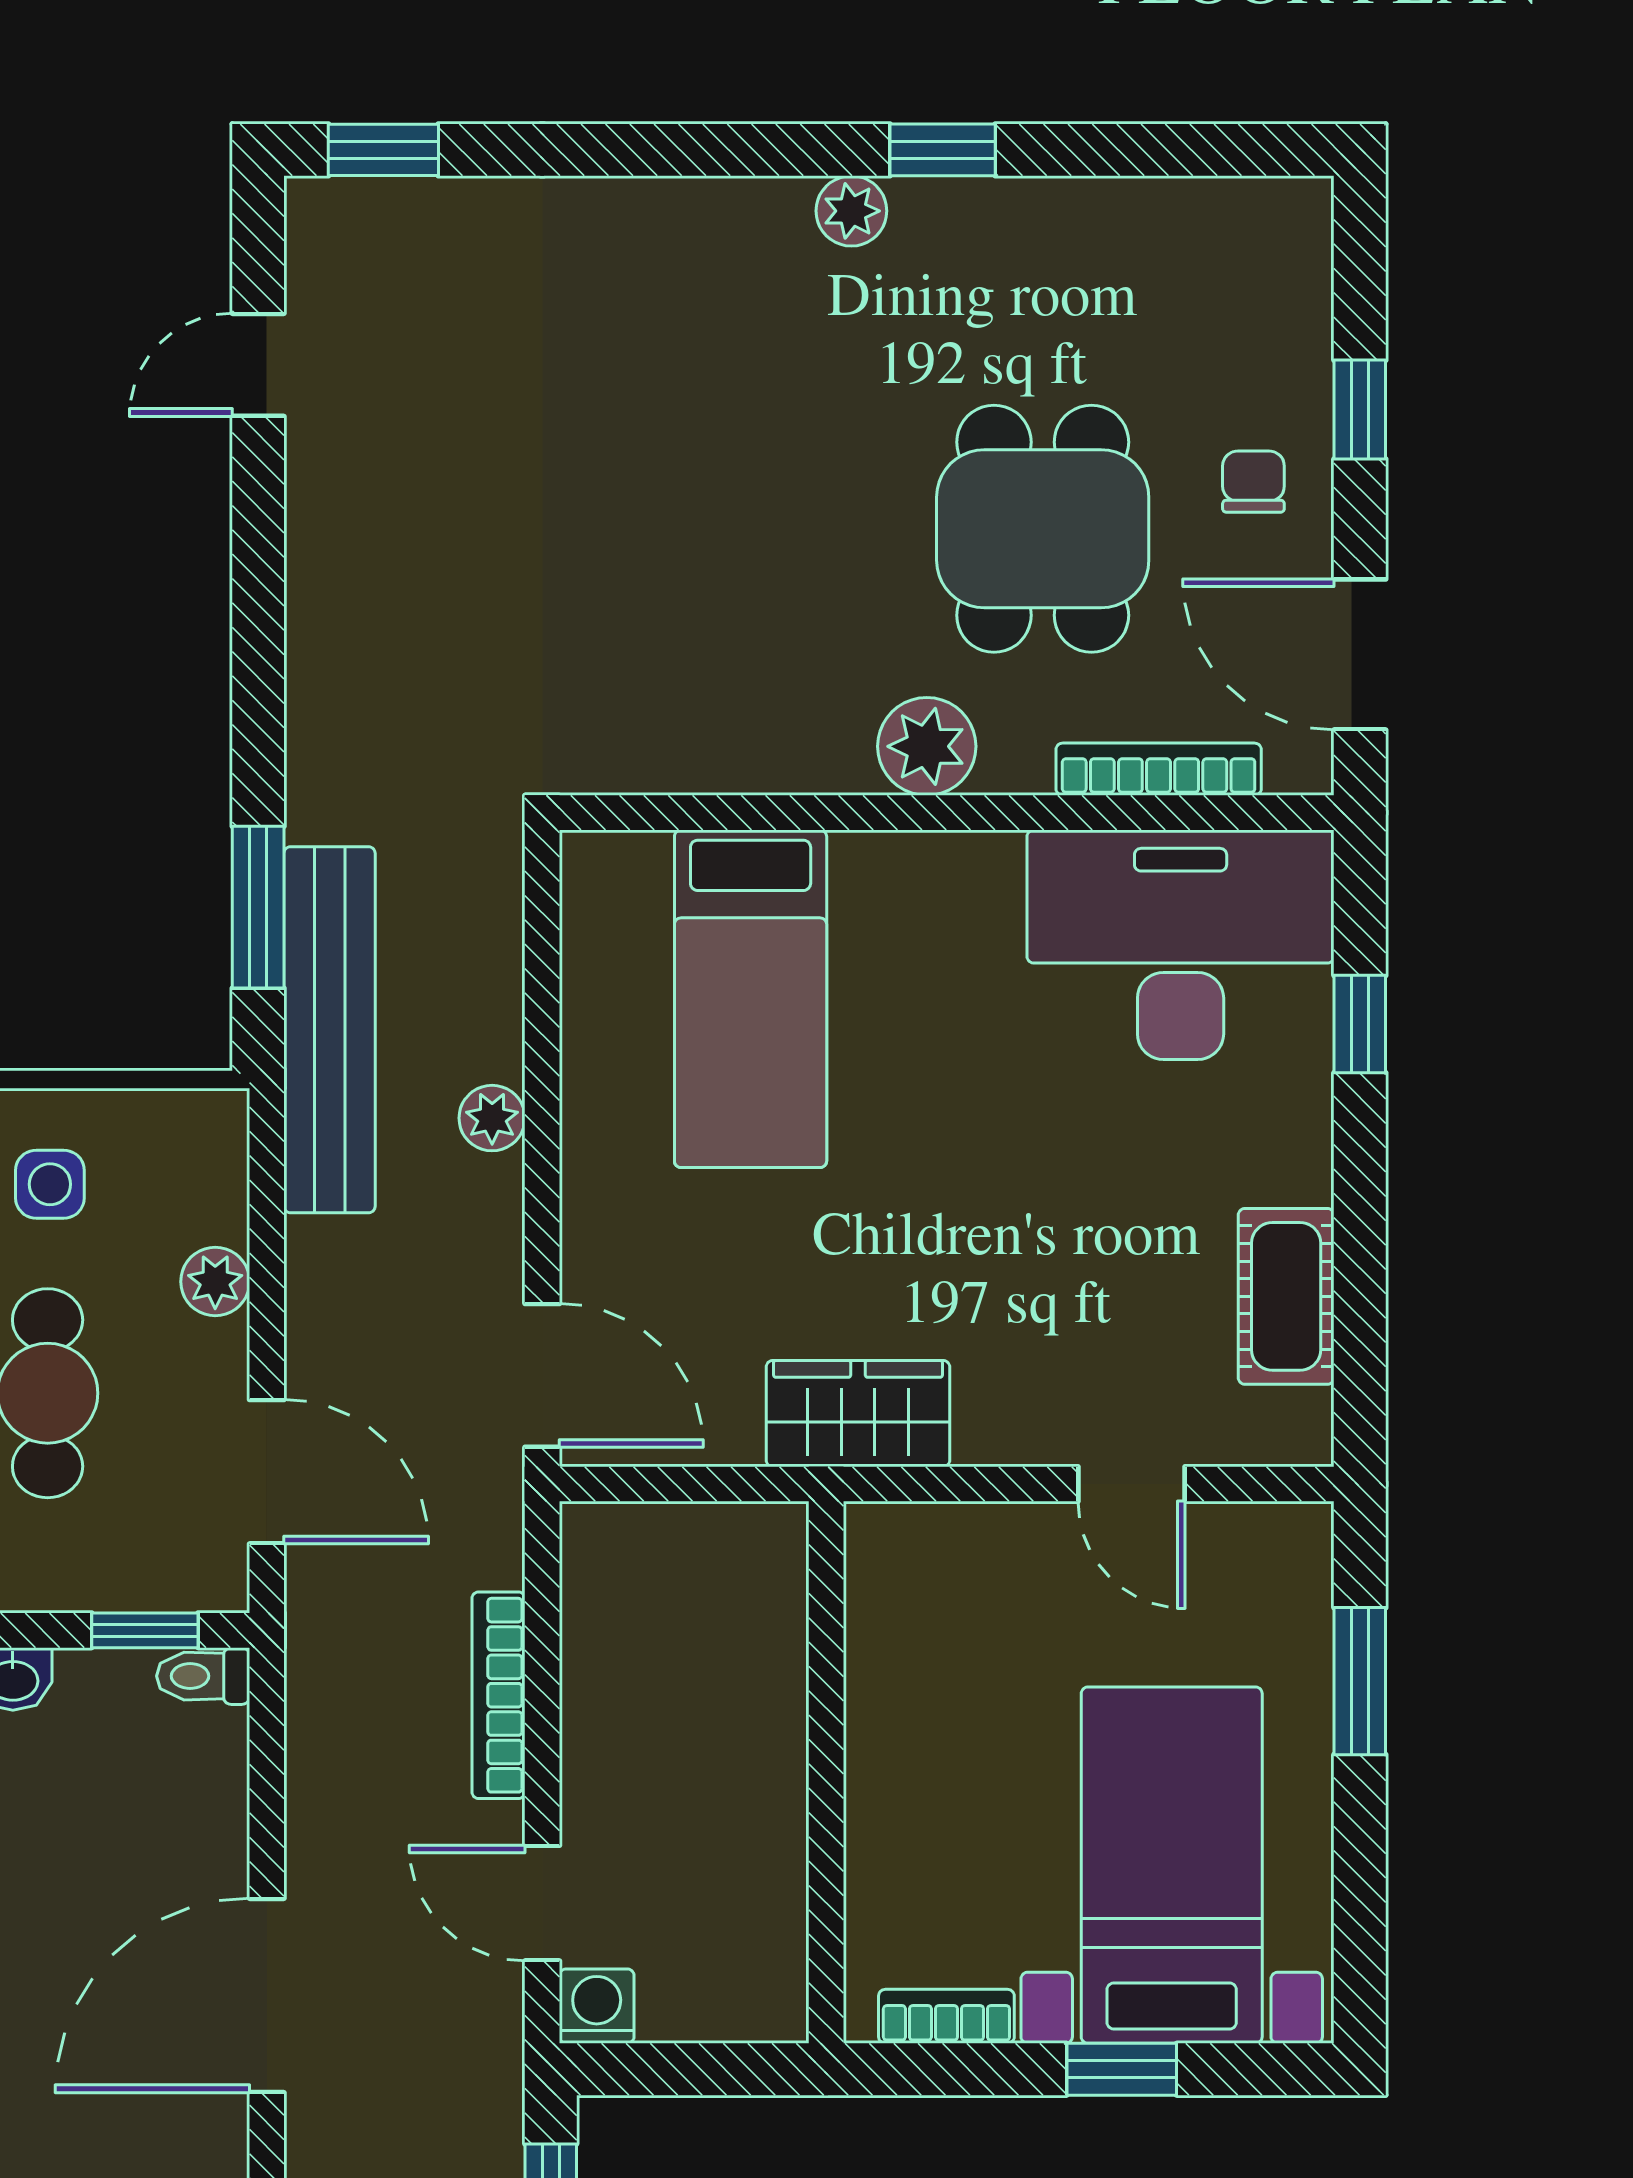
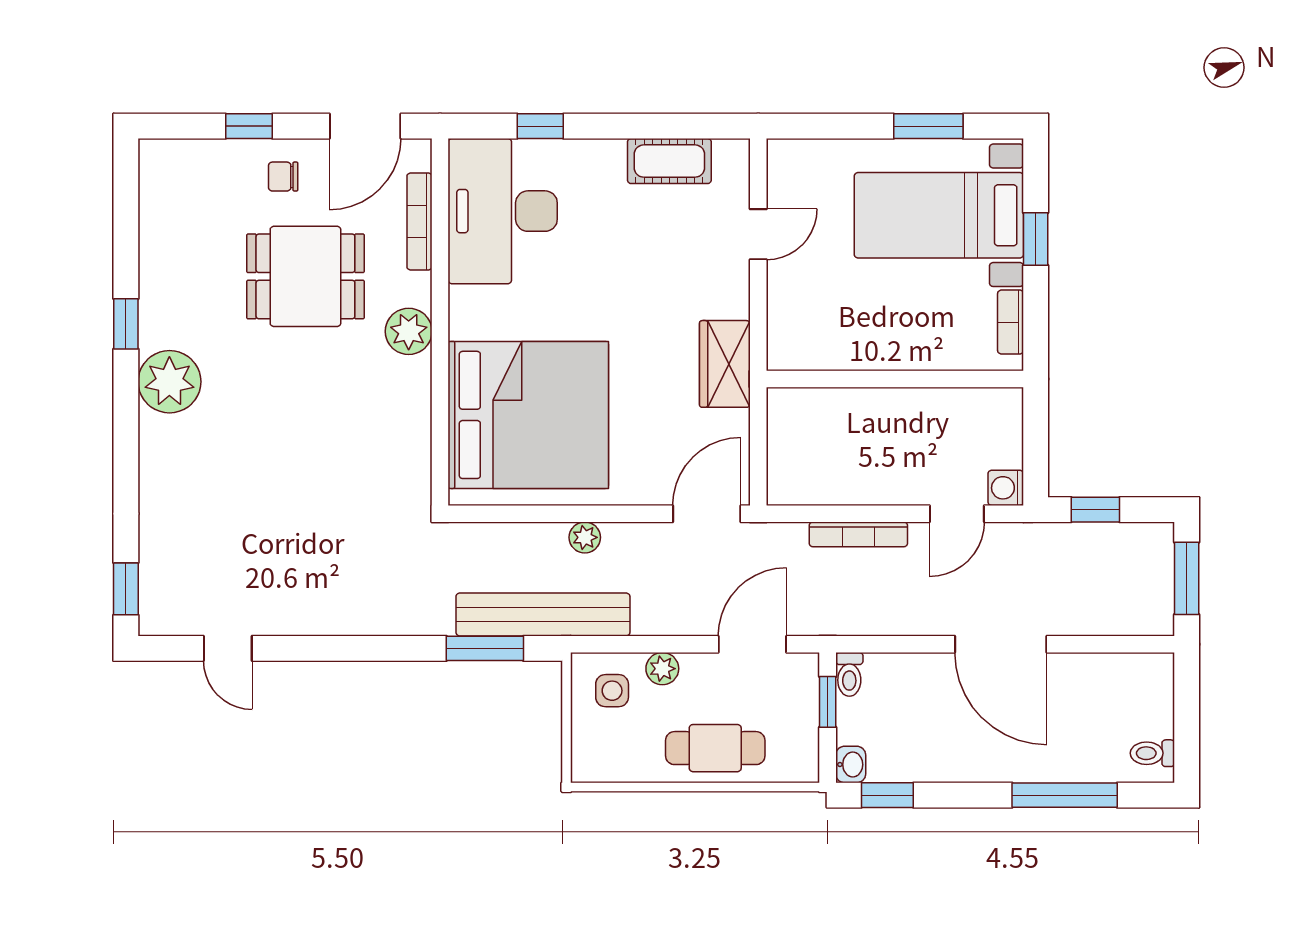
plant: (851, 211) -> (169, 382), width x1.88, depth x1.88
bed: (751, 999) -> (528, 415), width x2.04
side table: (50, 1184) -> (612, 691), moved
window: (1360, 1681) -> (928, 126), moved

